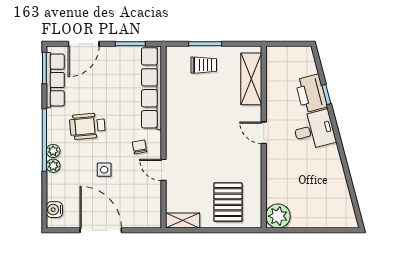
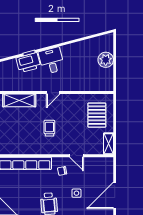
trolley: (204, 65) -> (49, 128), moved
door: (164, 170) -> (77, 156), hinge flipped
pallet: (228, 202) -> (97, 115), turned 90
plant: (278, 216) -> (106, 60), moved

